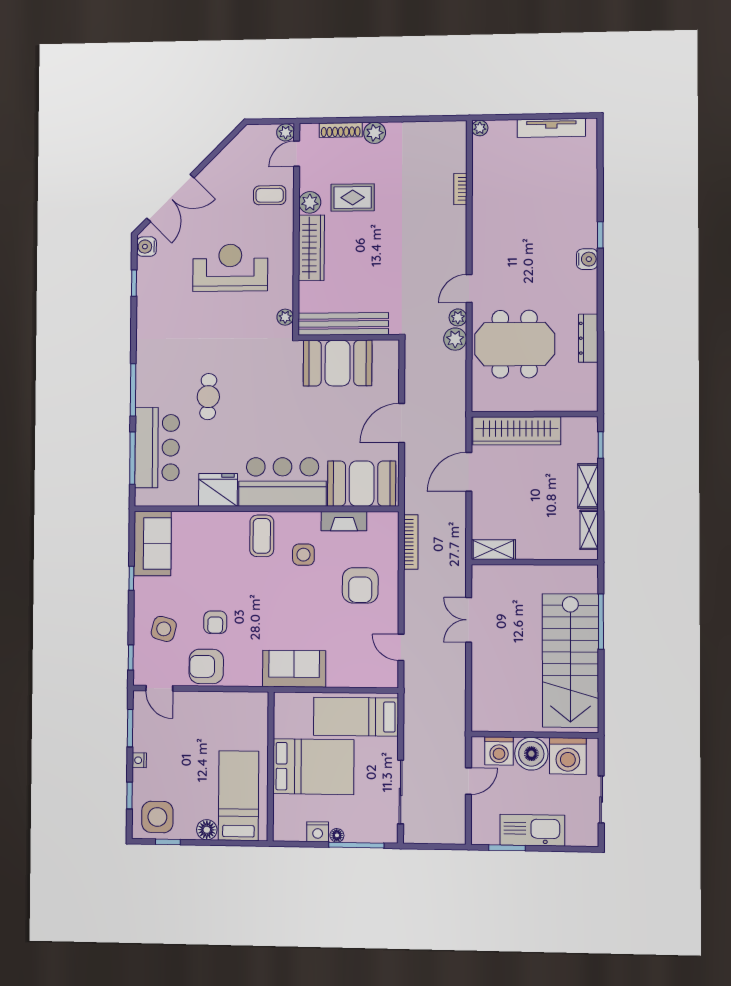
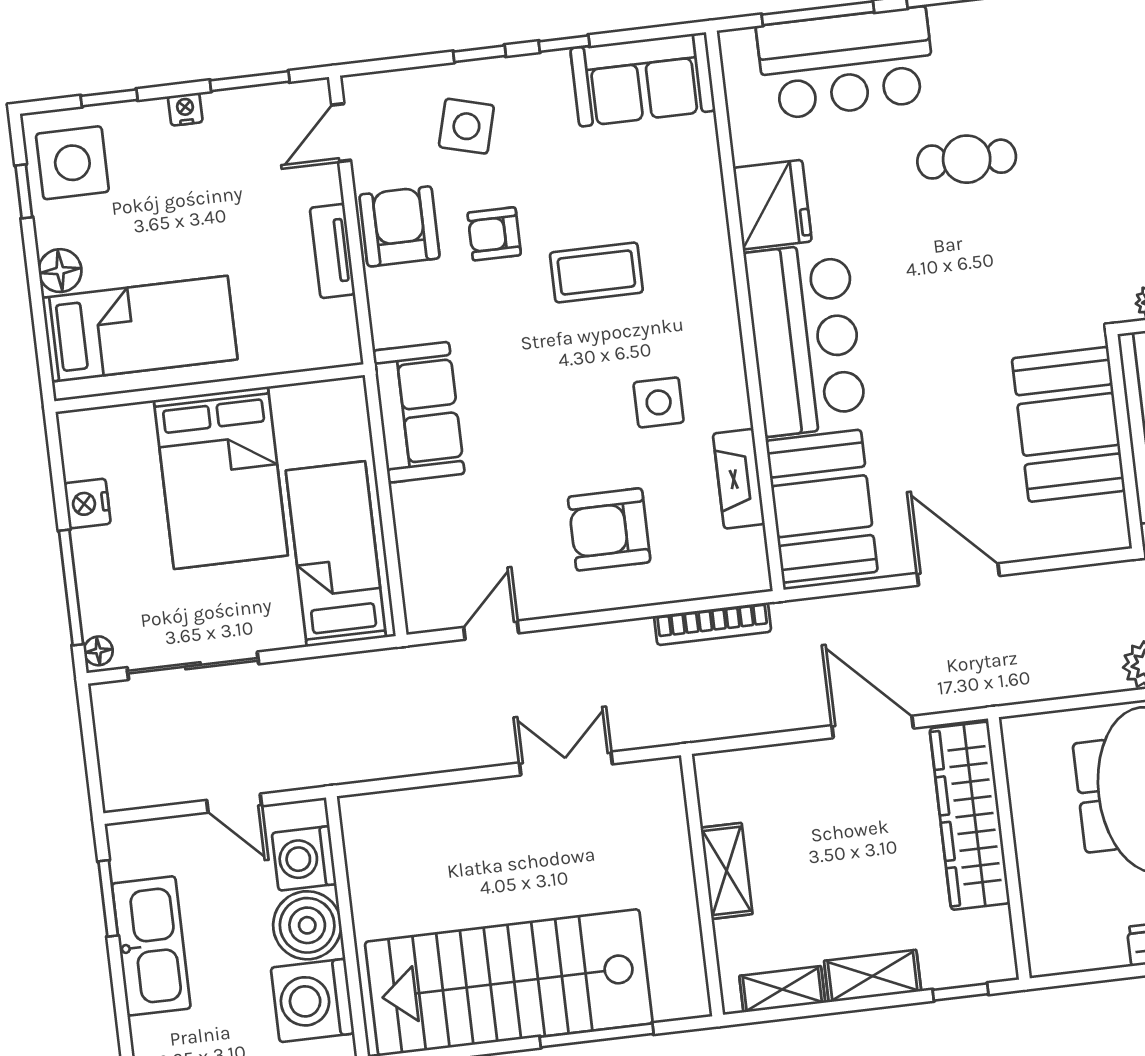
coffee table: (262, 536) -> (596, 272), moved
shelving: (493, 550) -> (727, 871), moved
window: (131, 658) -> (479, 54), moved
tv unit: (214, 700) -> (332, 251), added
floor lamp: (337, 835) -> (98, 651), moved

